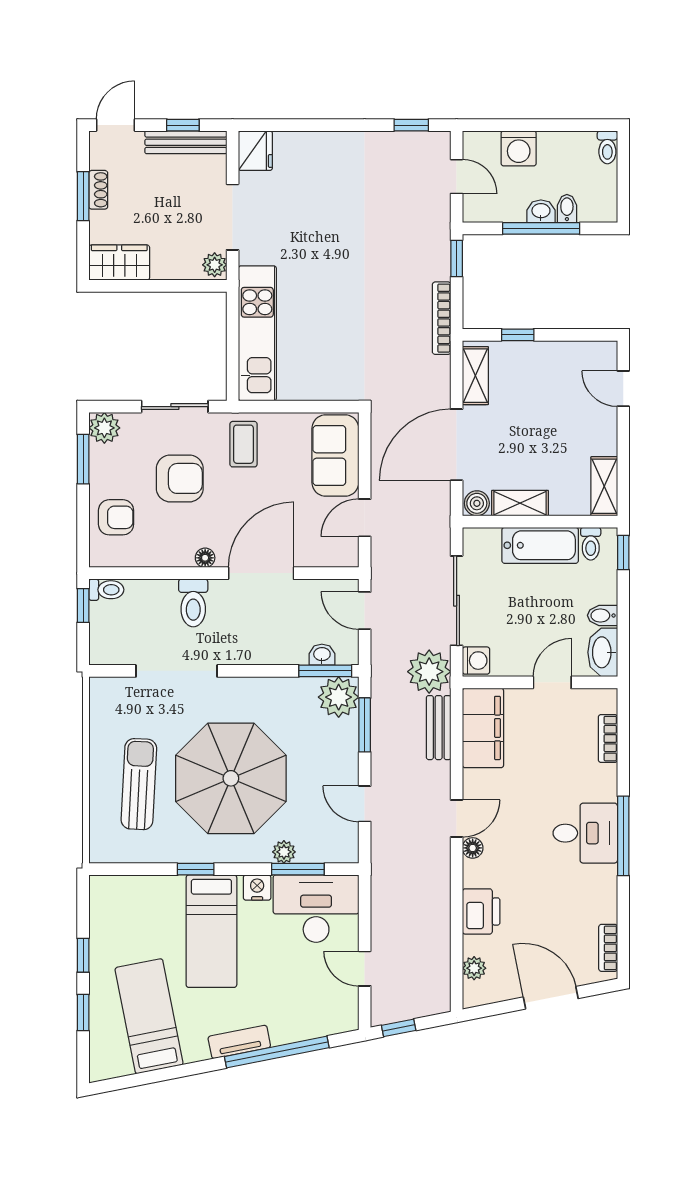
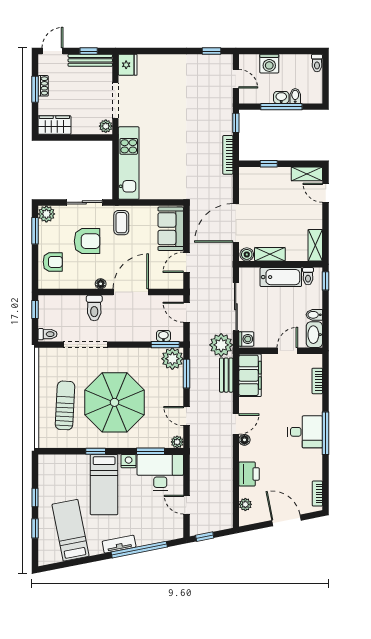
shelving: (475, 376) -> (307, 174), moved, turned 90
toilet: (106, 590) -> (48, 334), moved
plant: (284, 852) -> (177, 442), moved

